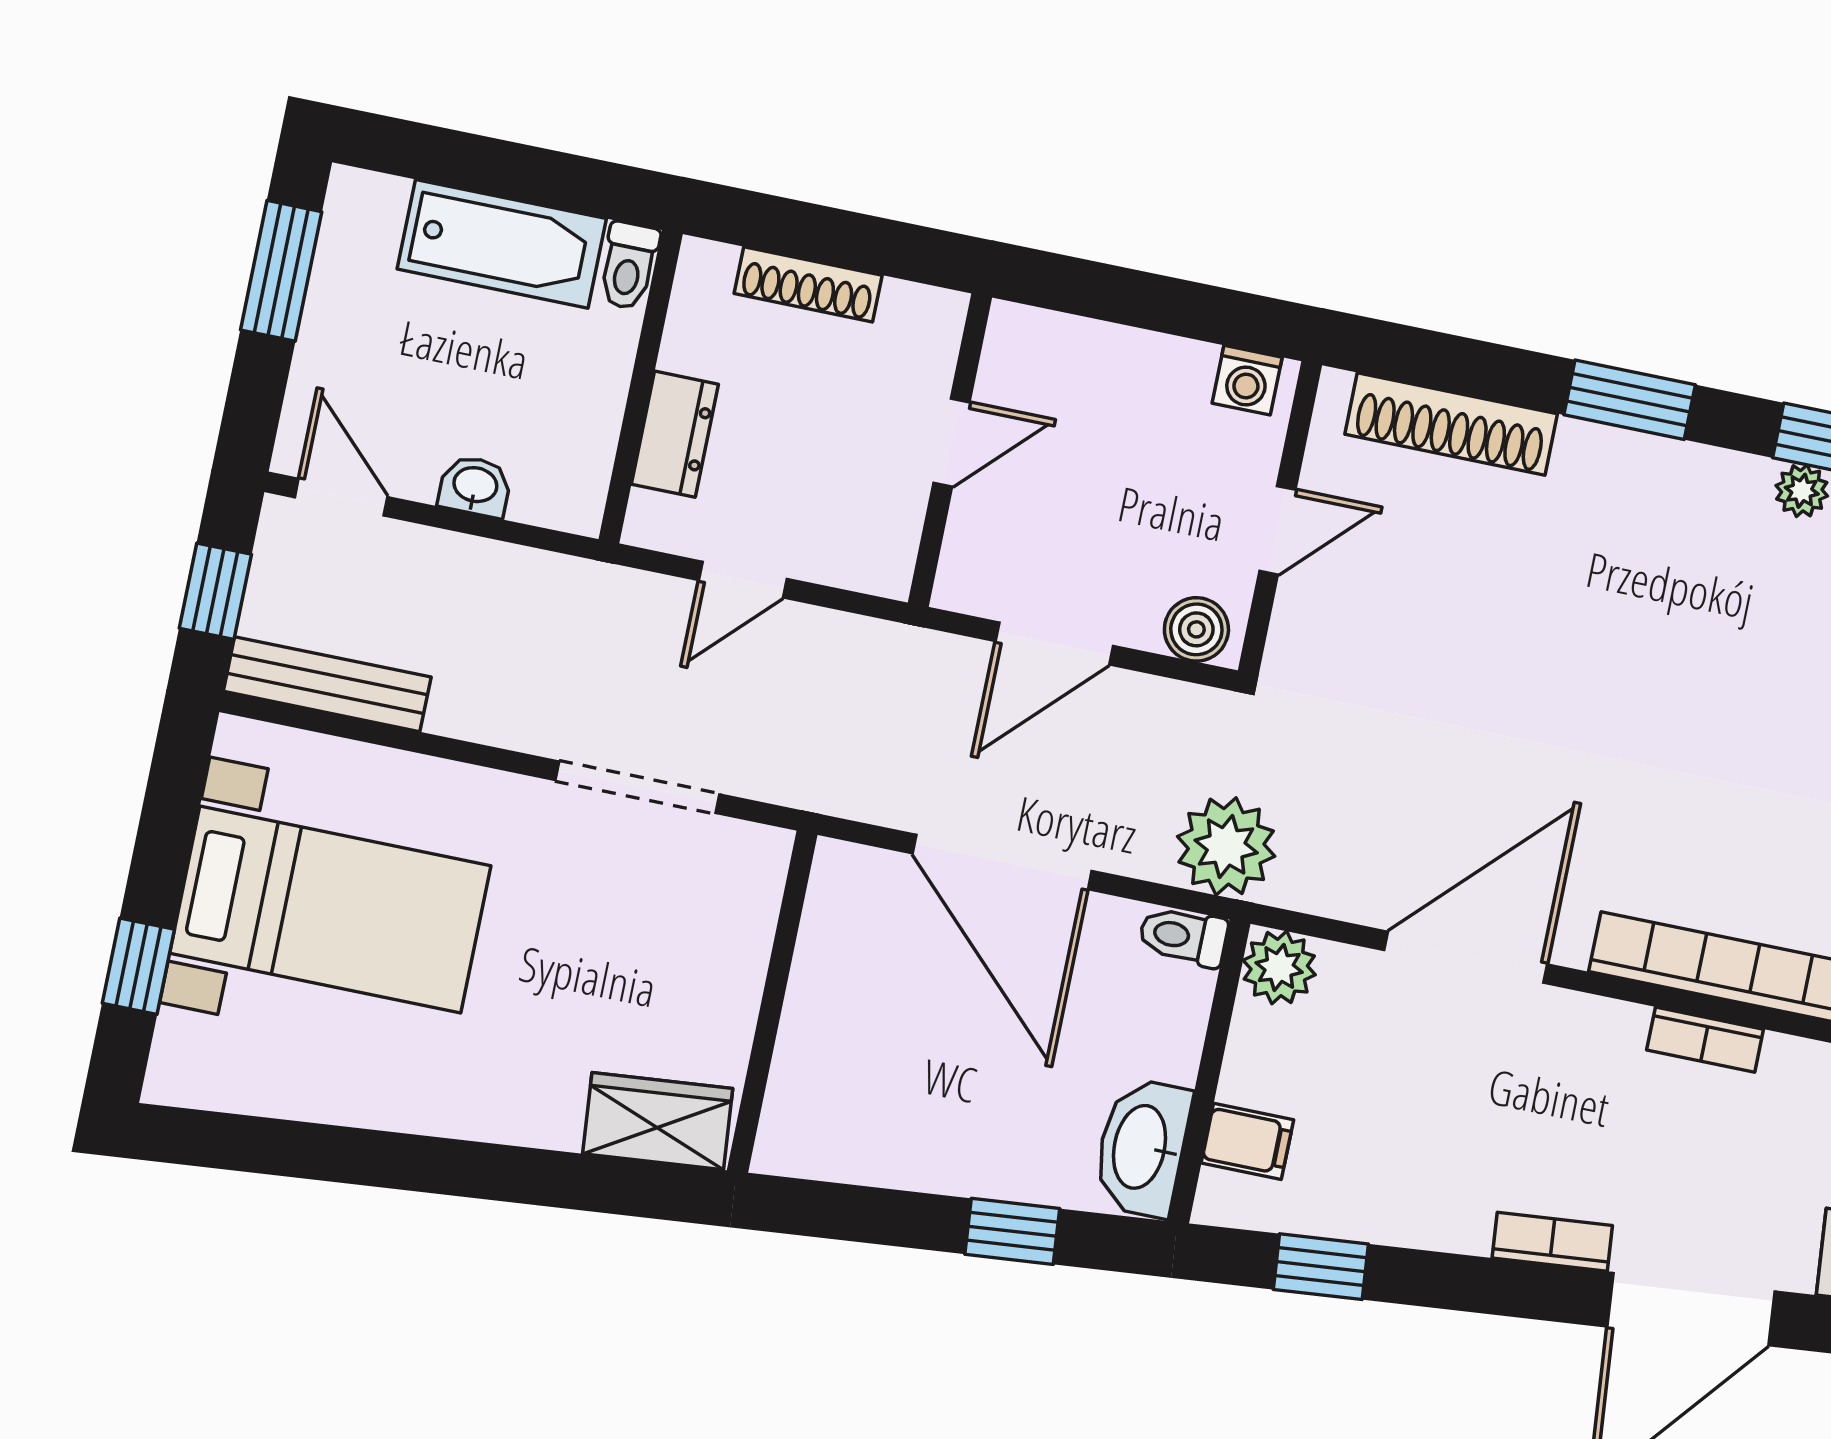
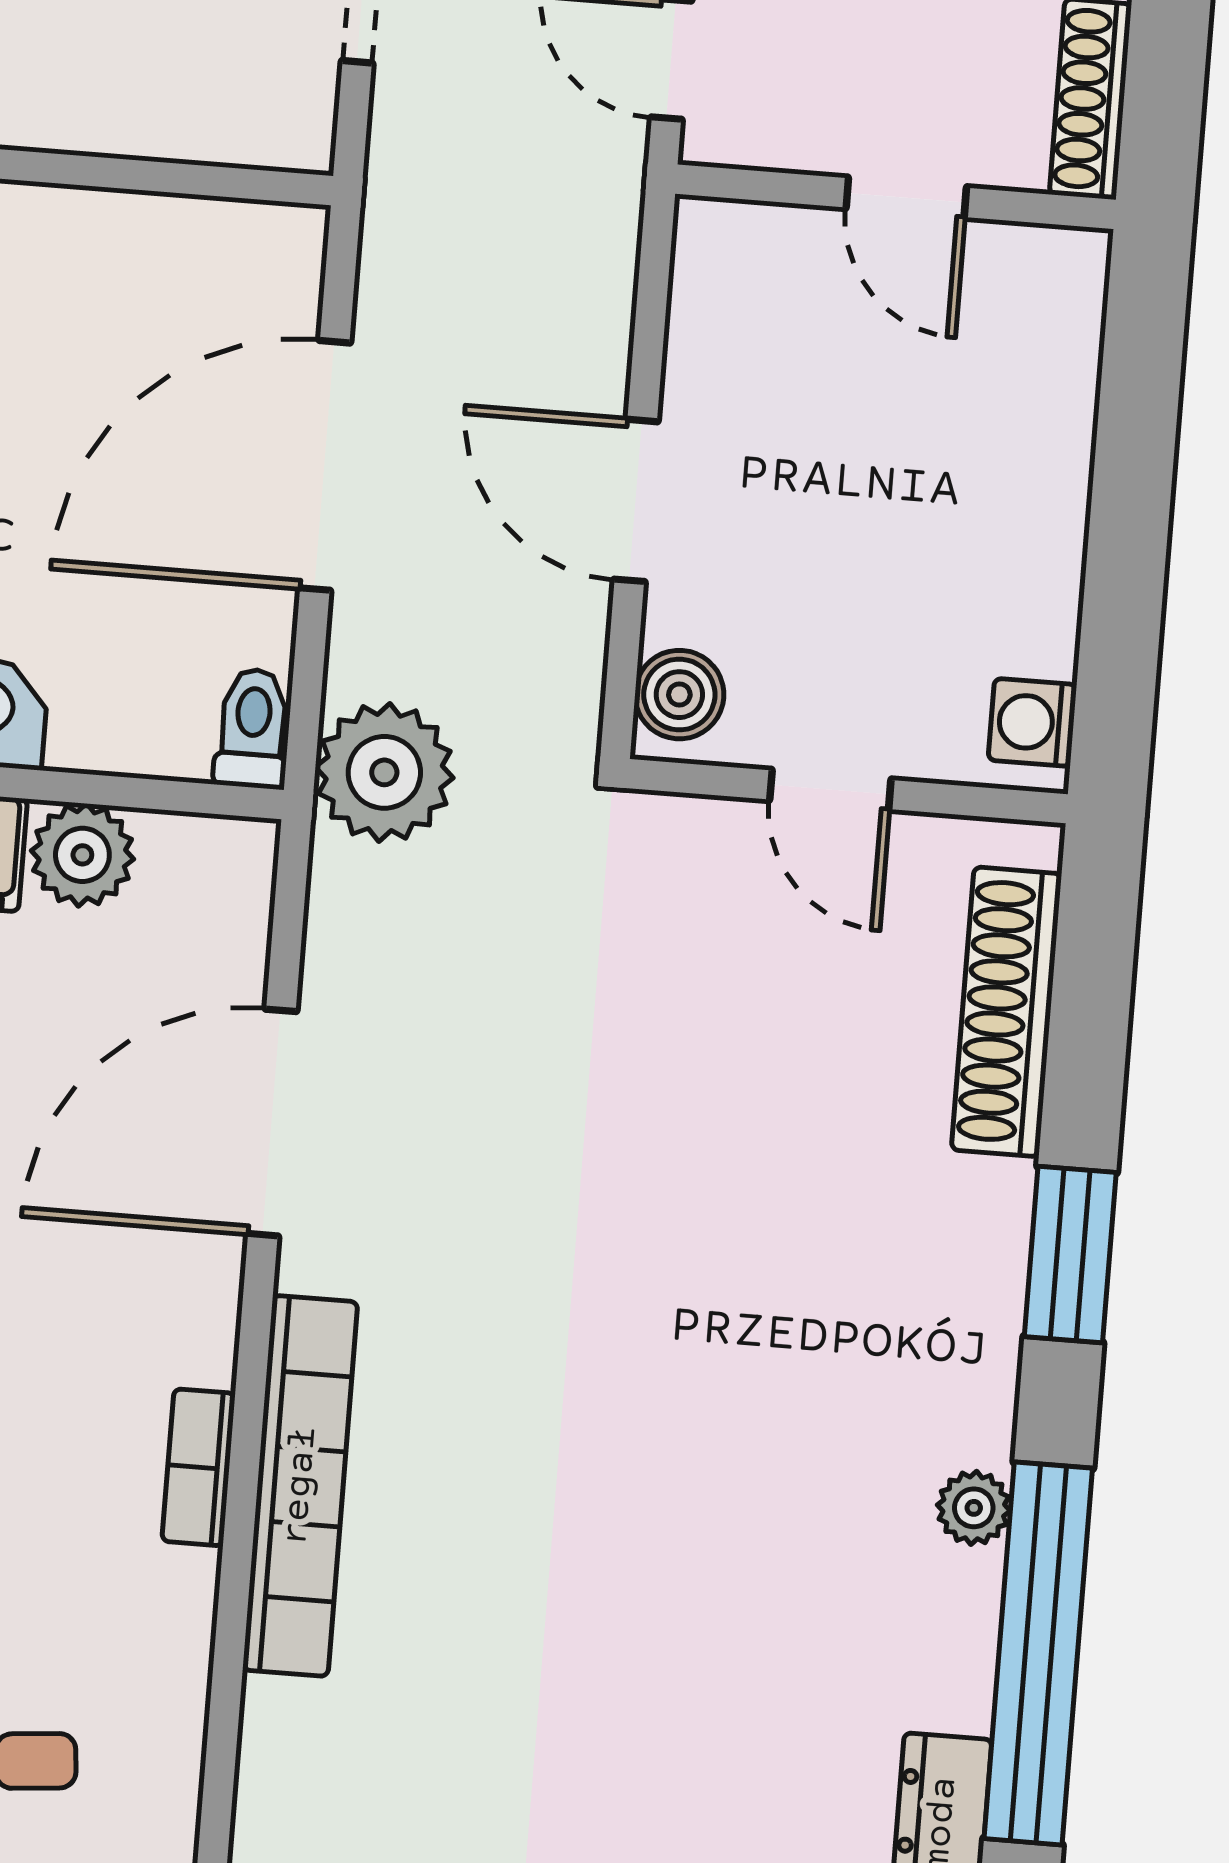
door: (952, 443) -> (906, 198), moved
wall: (950, 450) -> (895, 197), moved
door: (1466, 957) -> (272, 1123), swing flipped
plant: (1279, 968) -> (82, 855), moved

